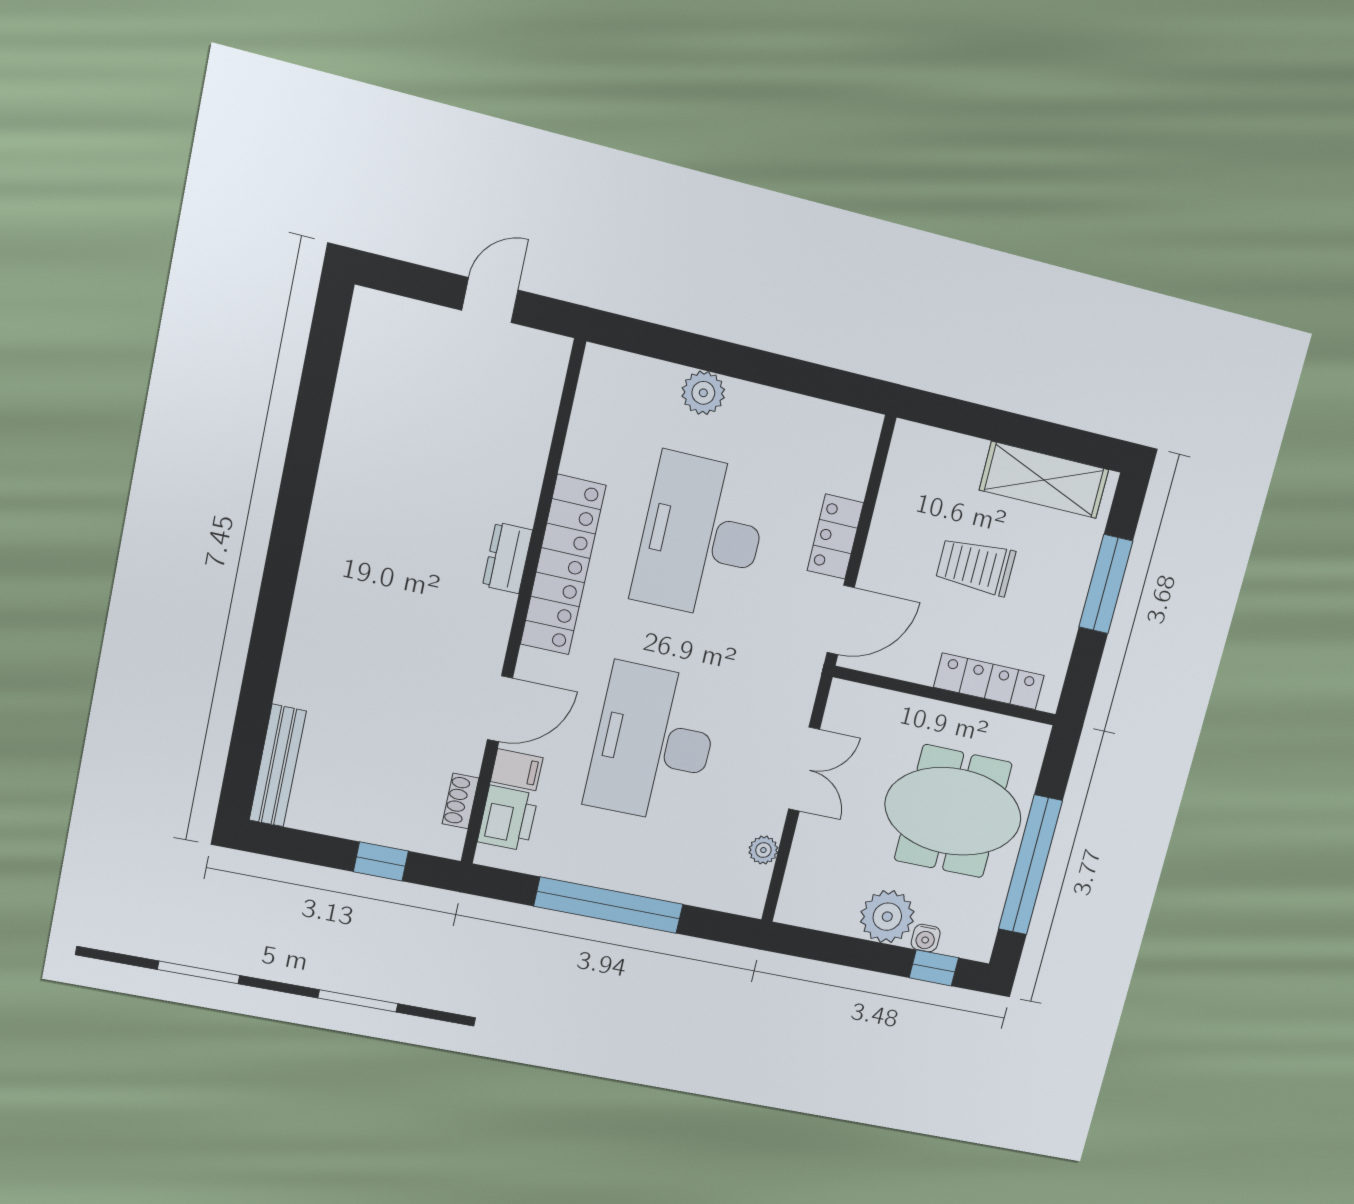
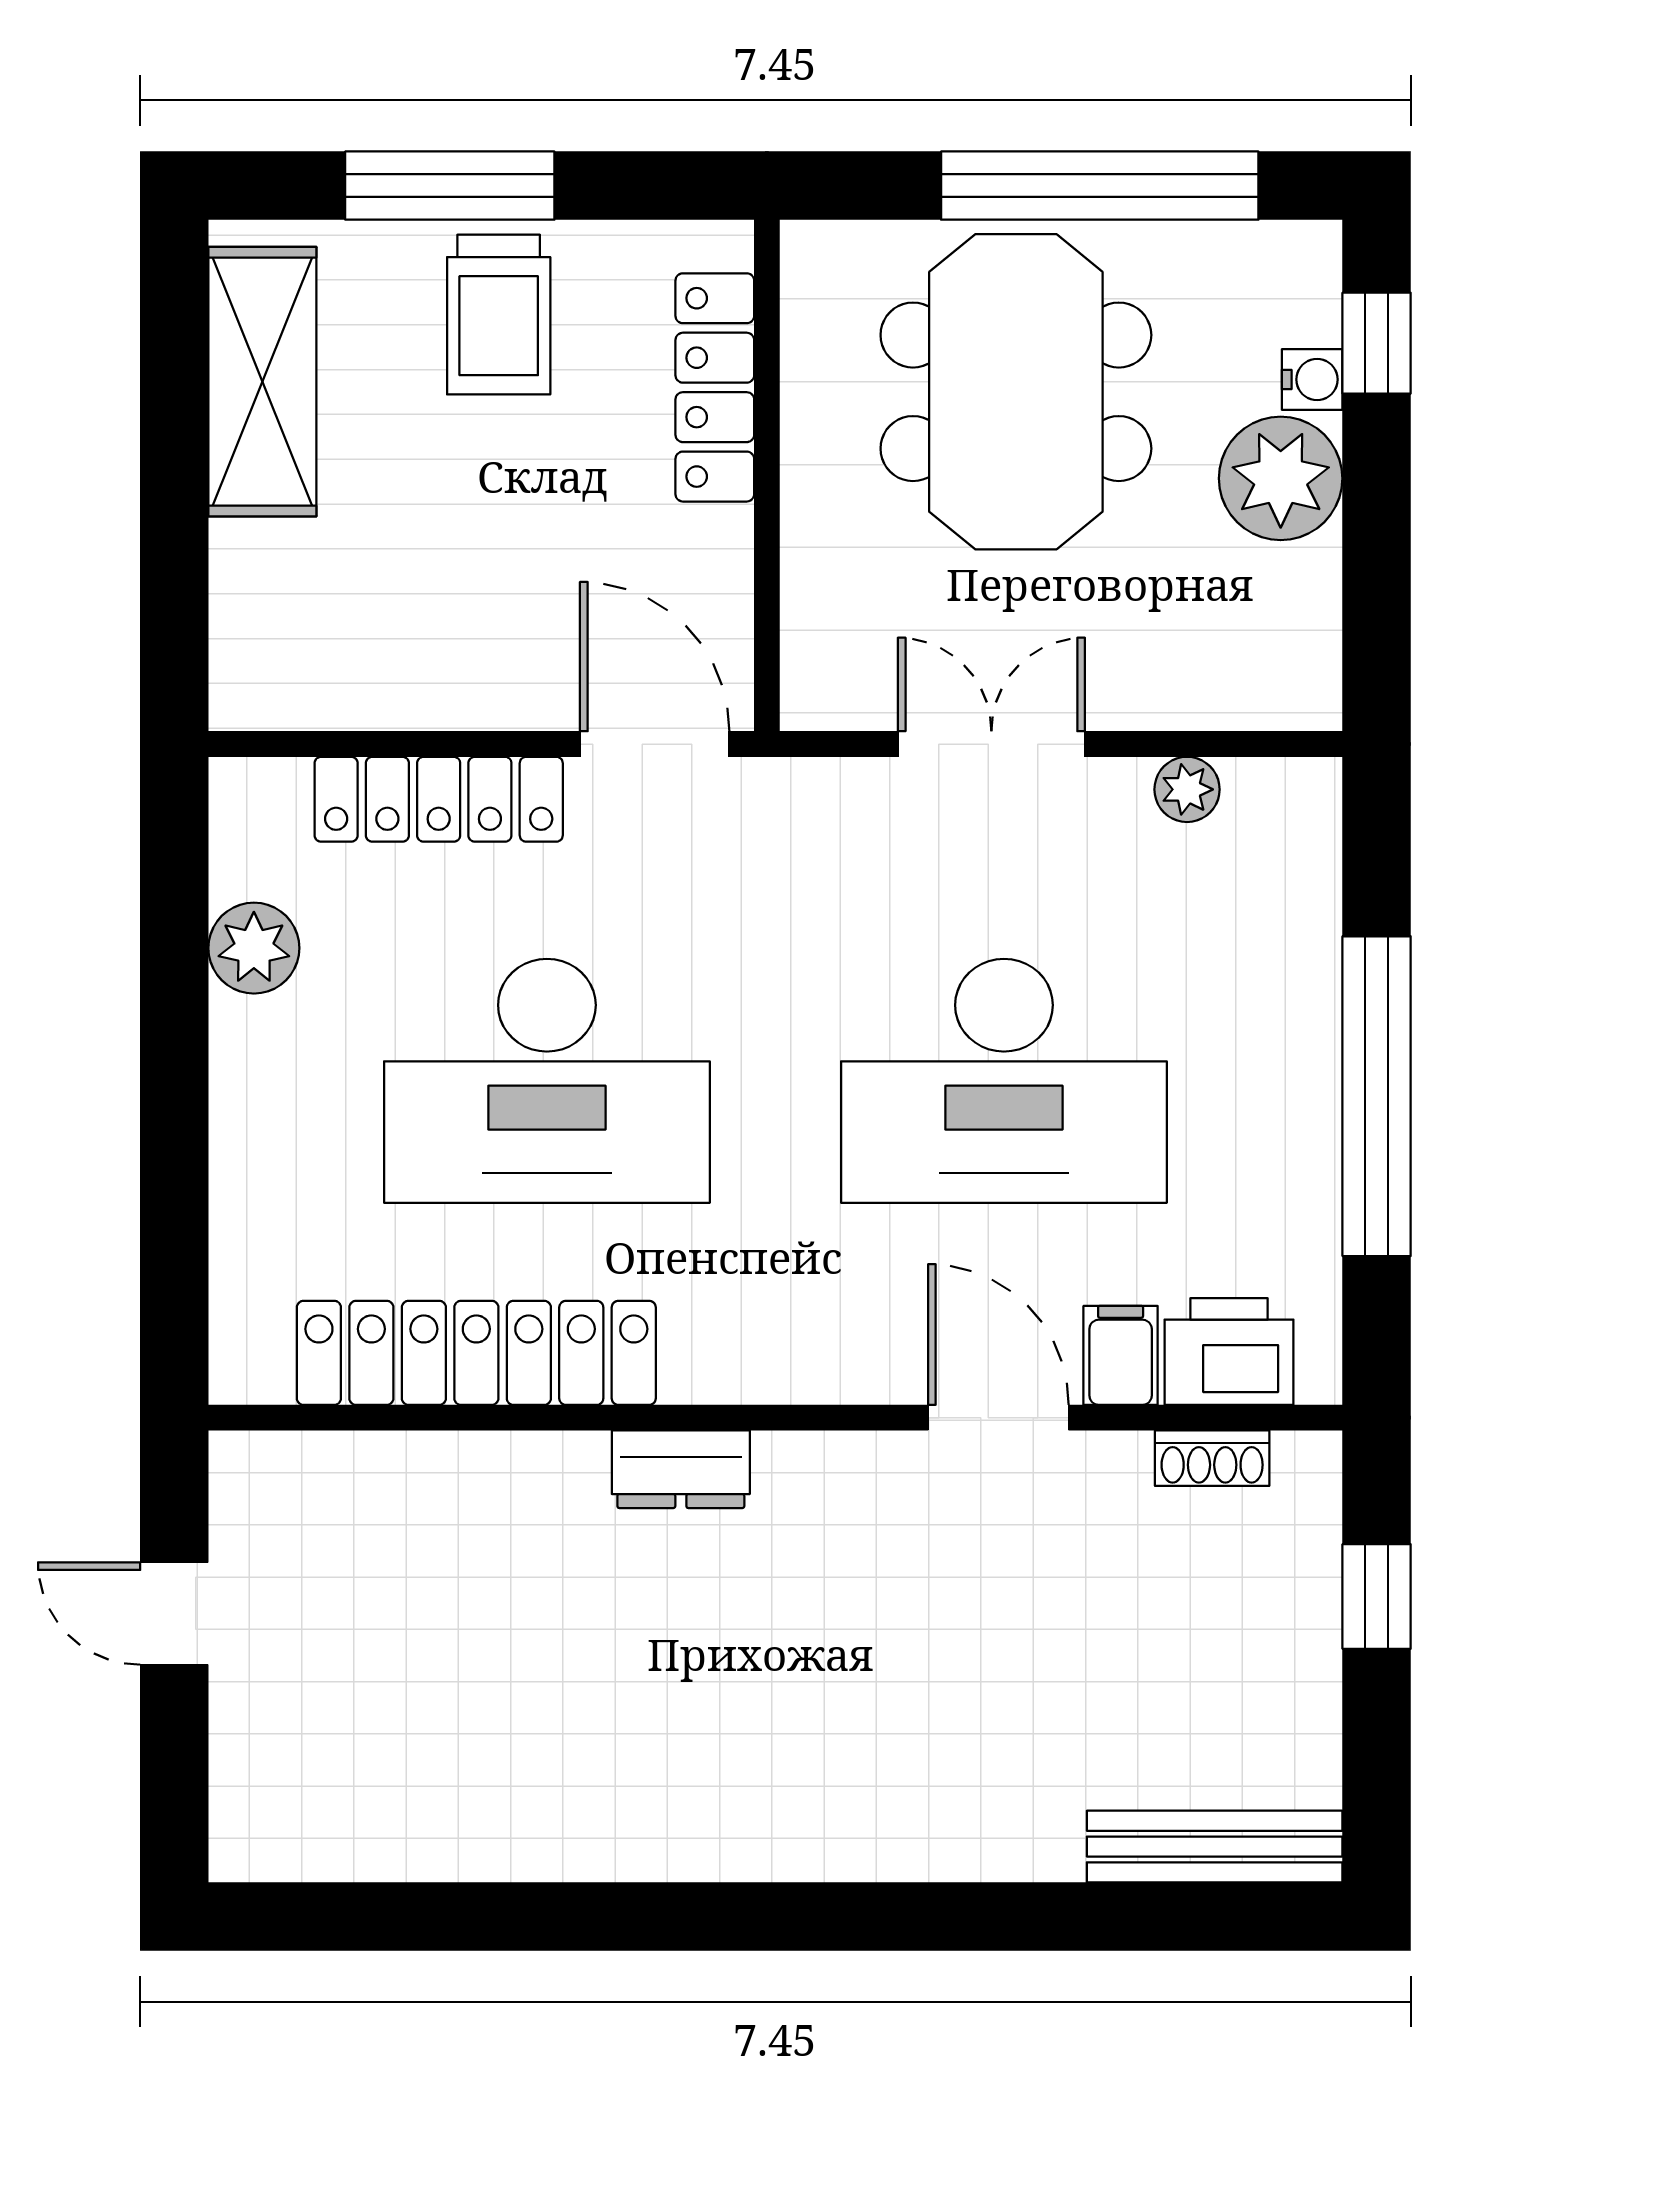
plant: (703, 393) -> (254, 948), moved
locker: (835, 537) -> (439, 799), width x1.53
locker: (563, 565) -> (476, 1353), moved
trolley: (976, 566) -> (499, 315), moved

